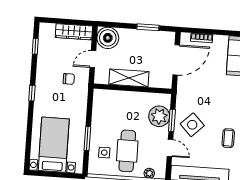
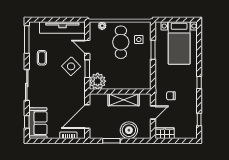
wardrobe: (74, 32) -> (165, 133), width x0.67
boiler: (108, 38) -> (129, 130), moved
plant: (159, 116) -> (98, 81), moved

